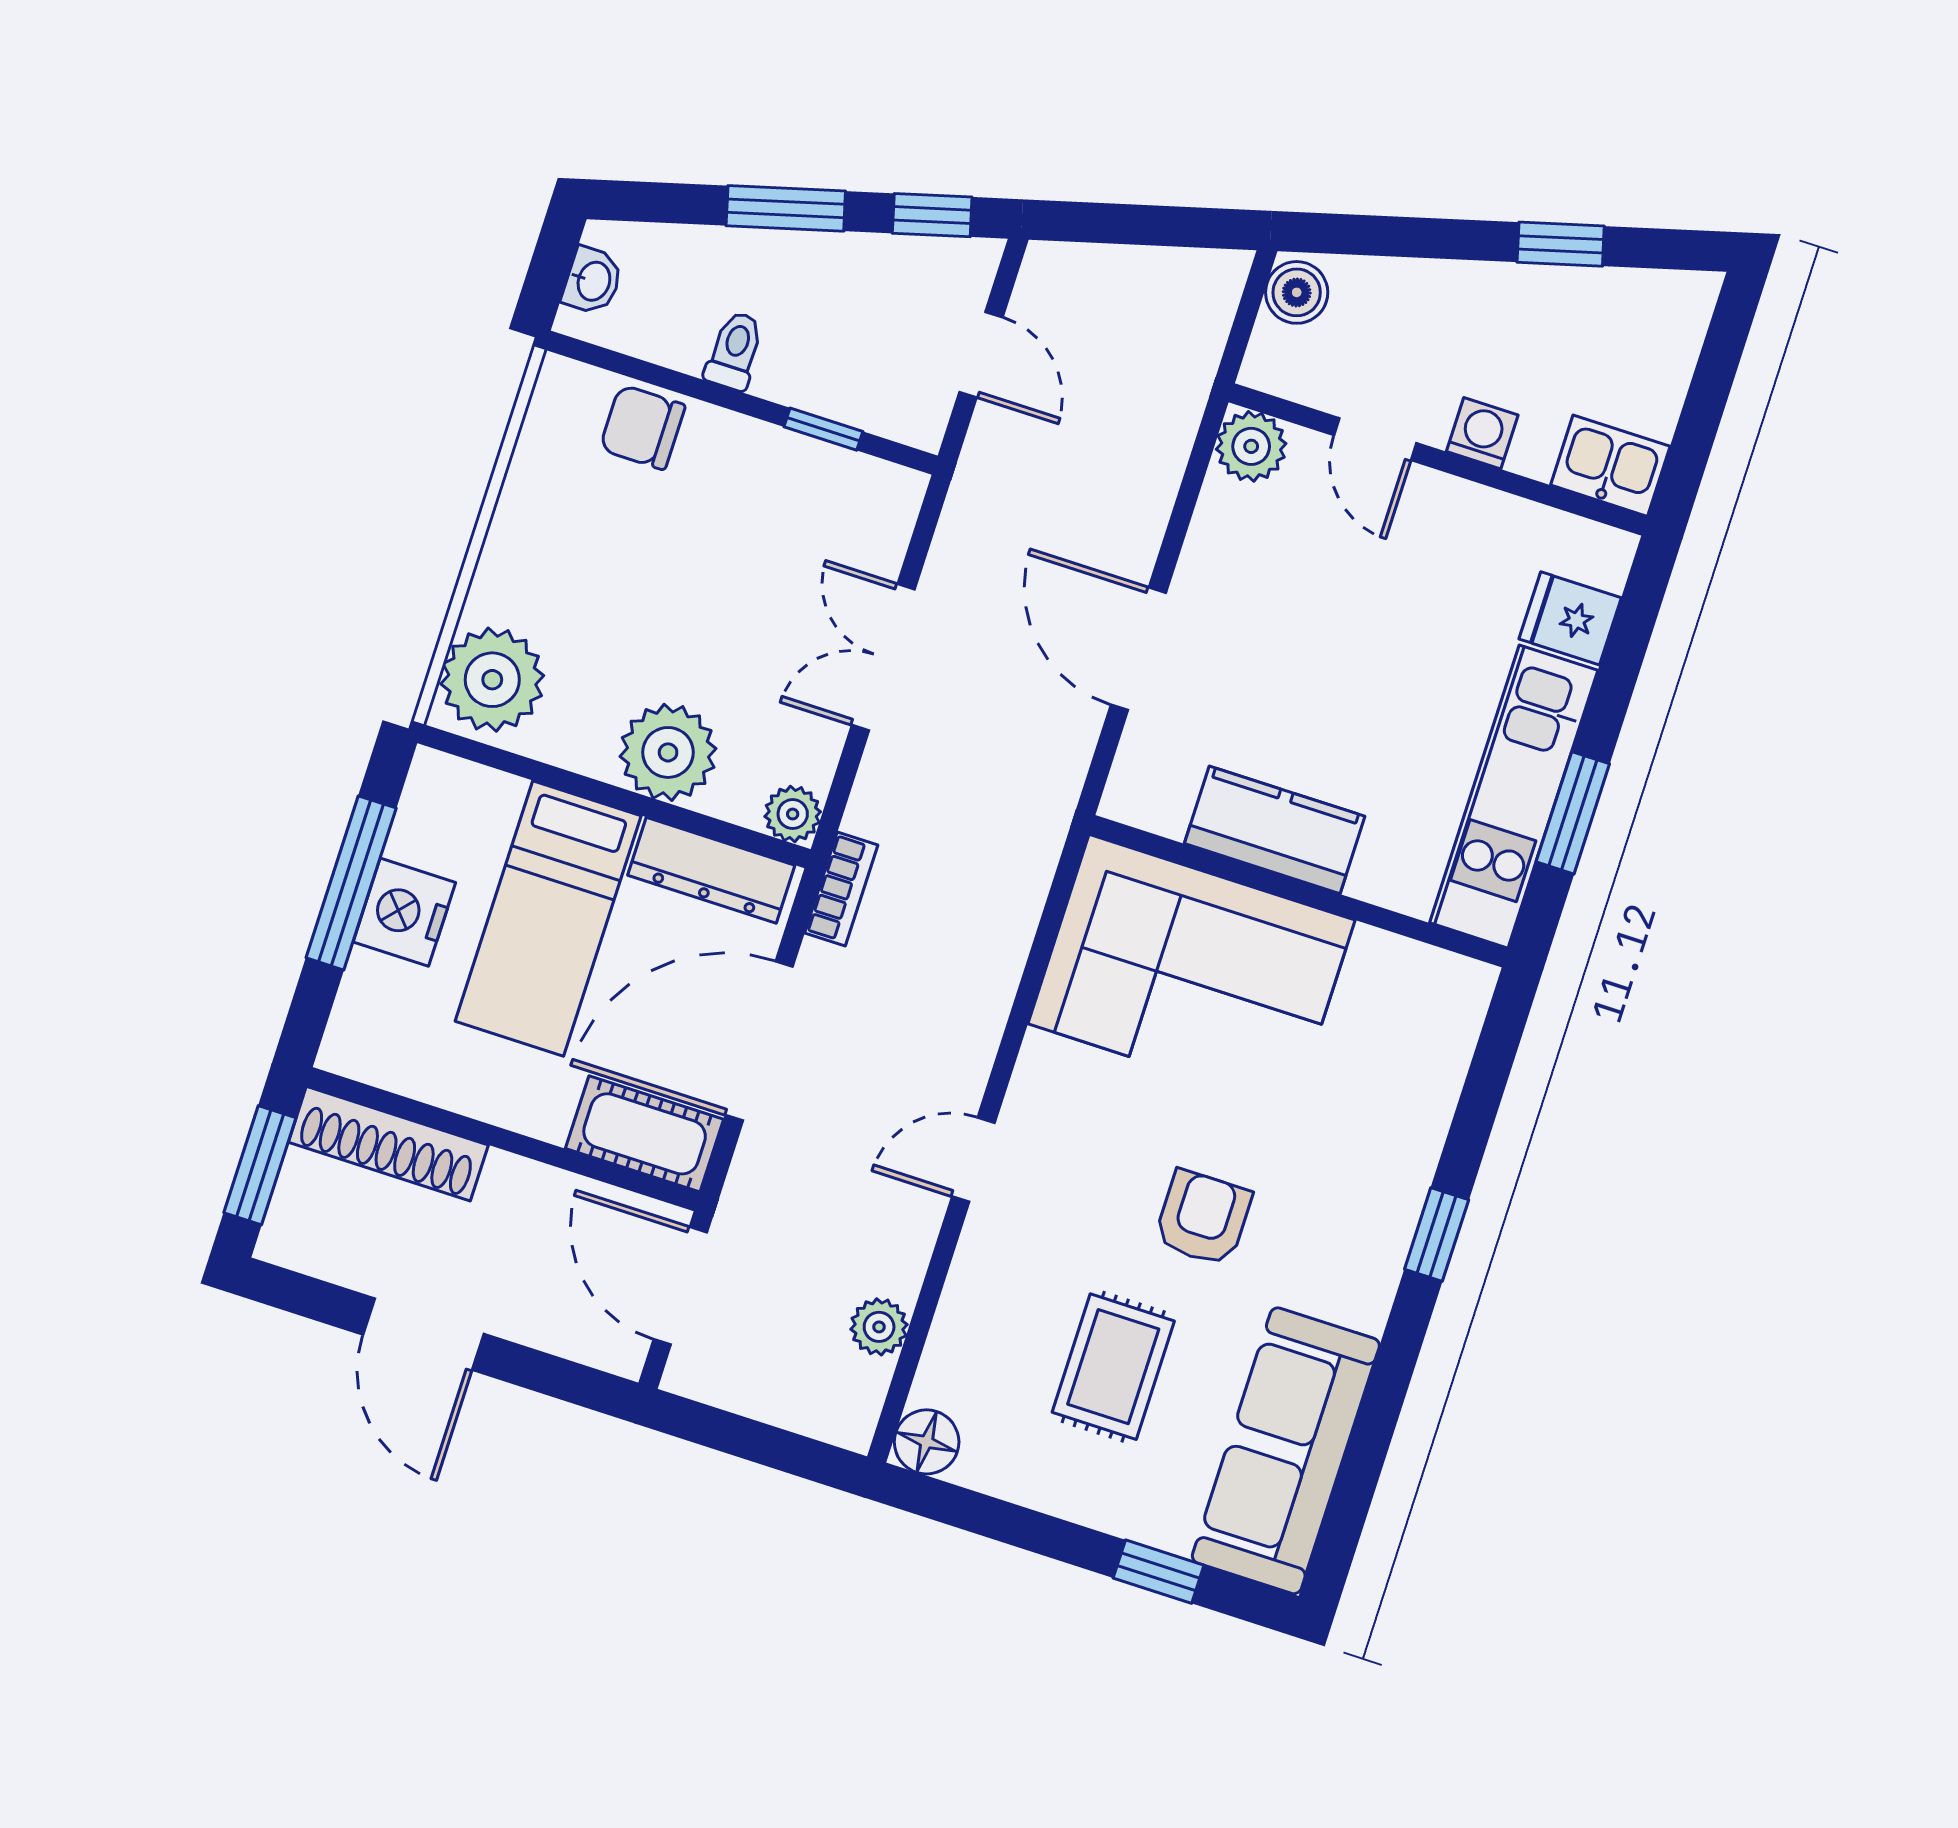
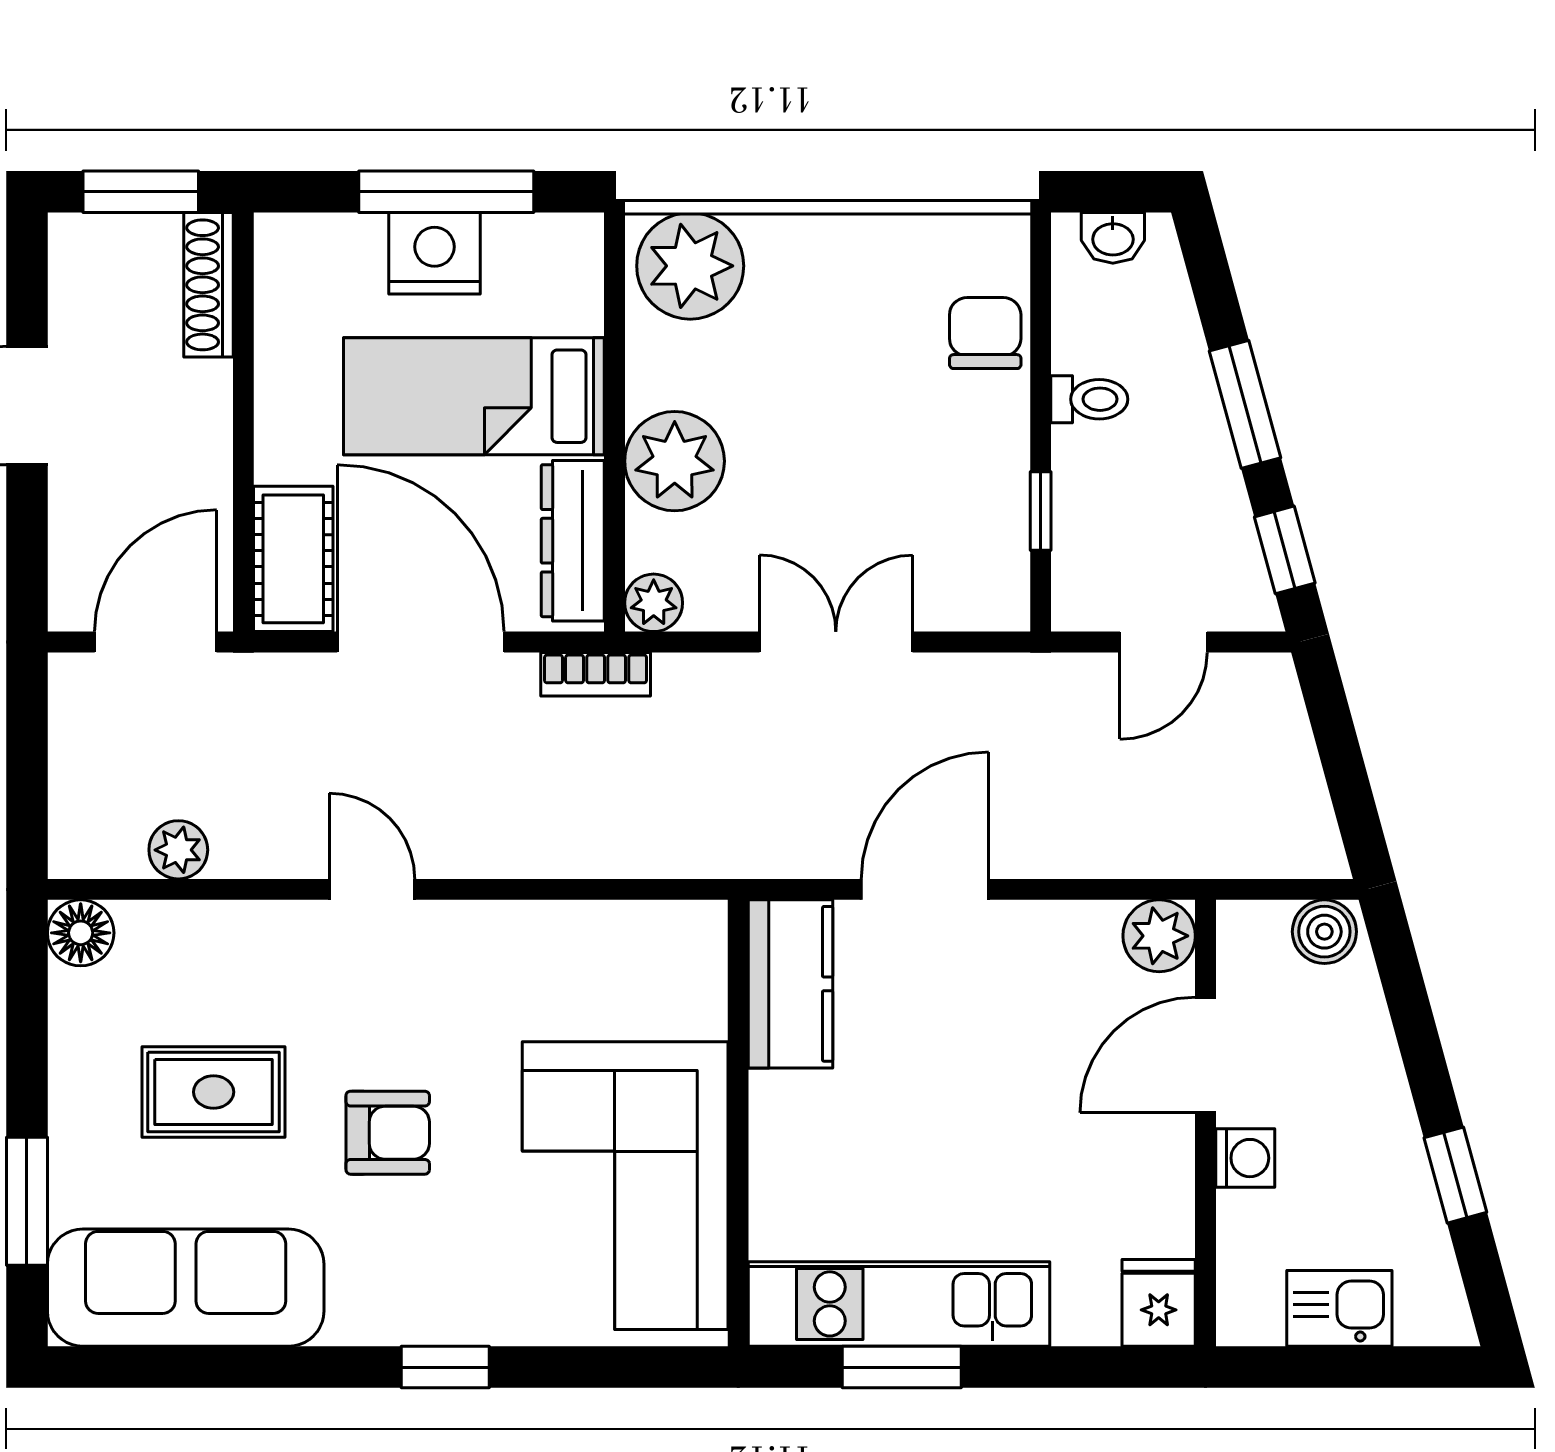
door: (1375, 439) -> (1206, 1055), width x1.38
kitchen sink: (1610, 466) -> (1339, 1308), moved, turned -90
fridge: (1570, 618) -> (1159, 1303), moved
kitchen counter: (1275, 830) -> (791, 984), moved
corner sofa: (1191, 972) -> (625, 1186), moved
shoe rack: (388, 1144) -> (208, 285), width x0.74, depth x0.81
window: (1159, 1572) -> (27, 1201), width x1.50

